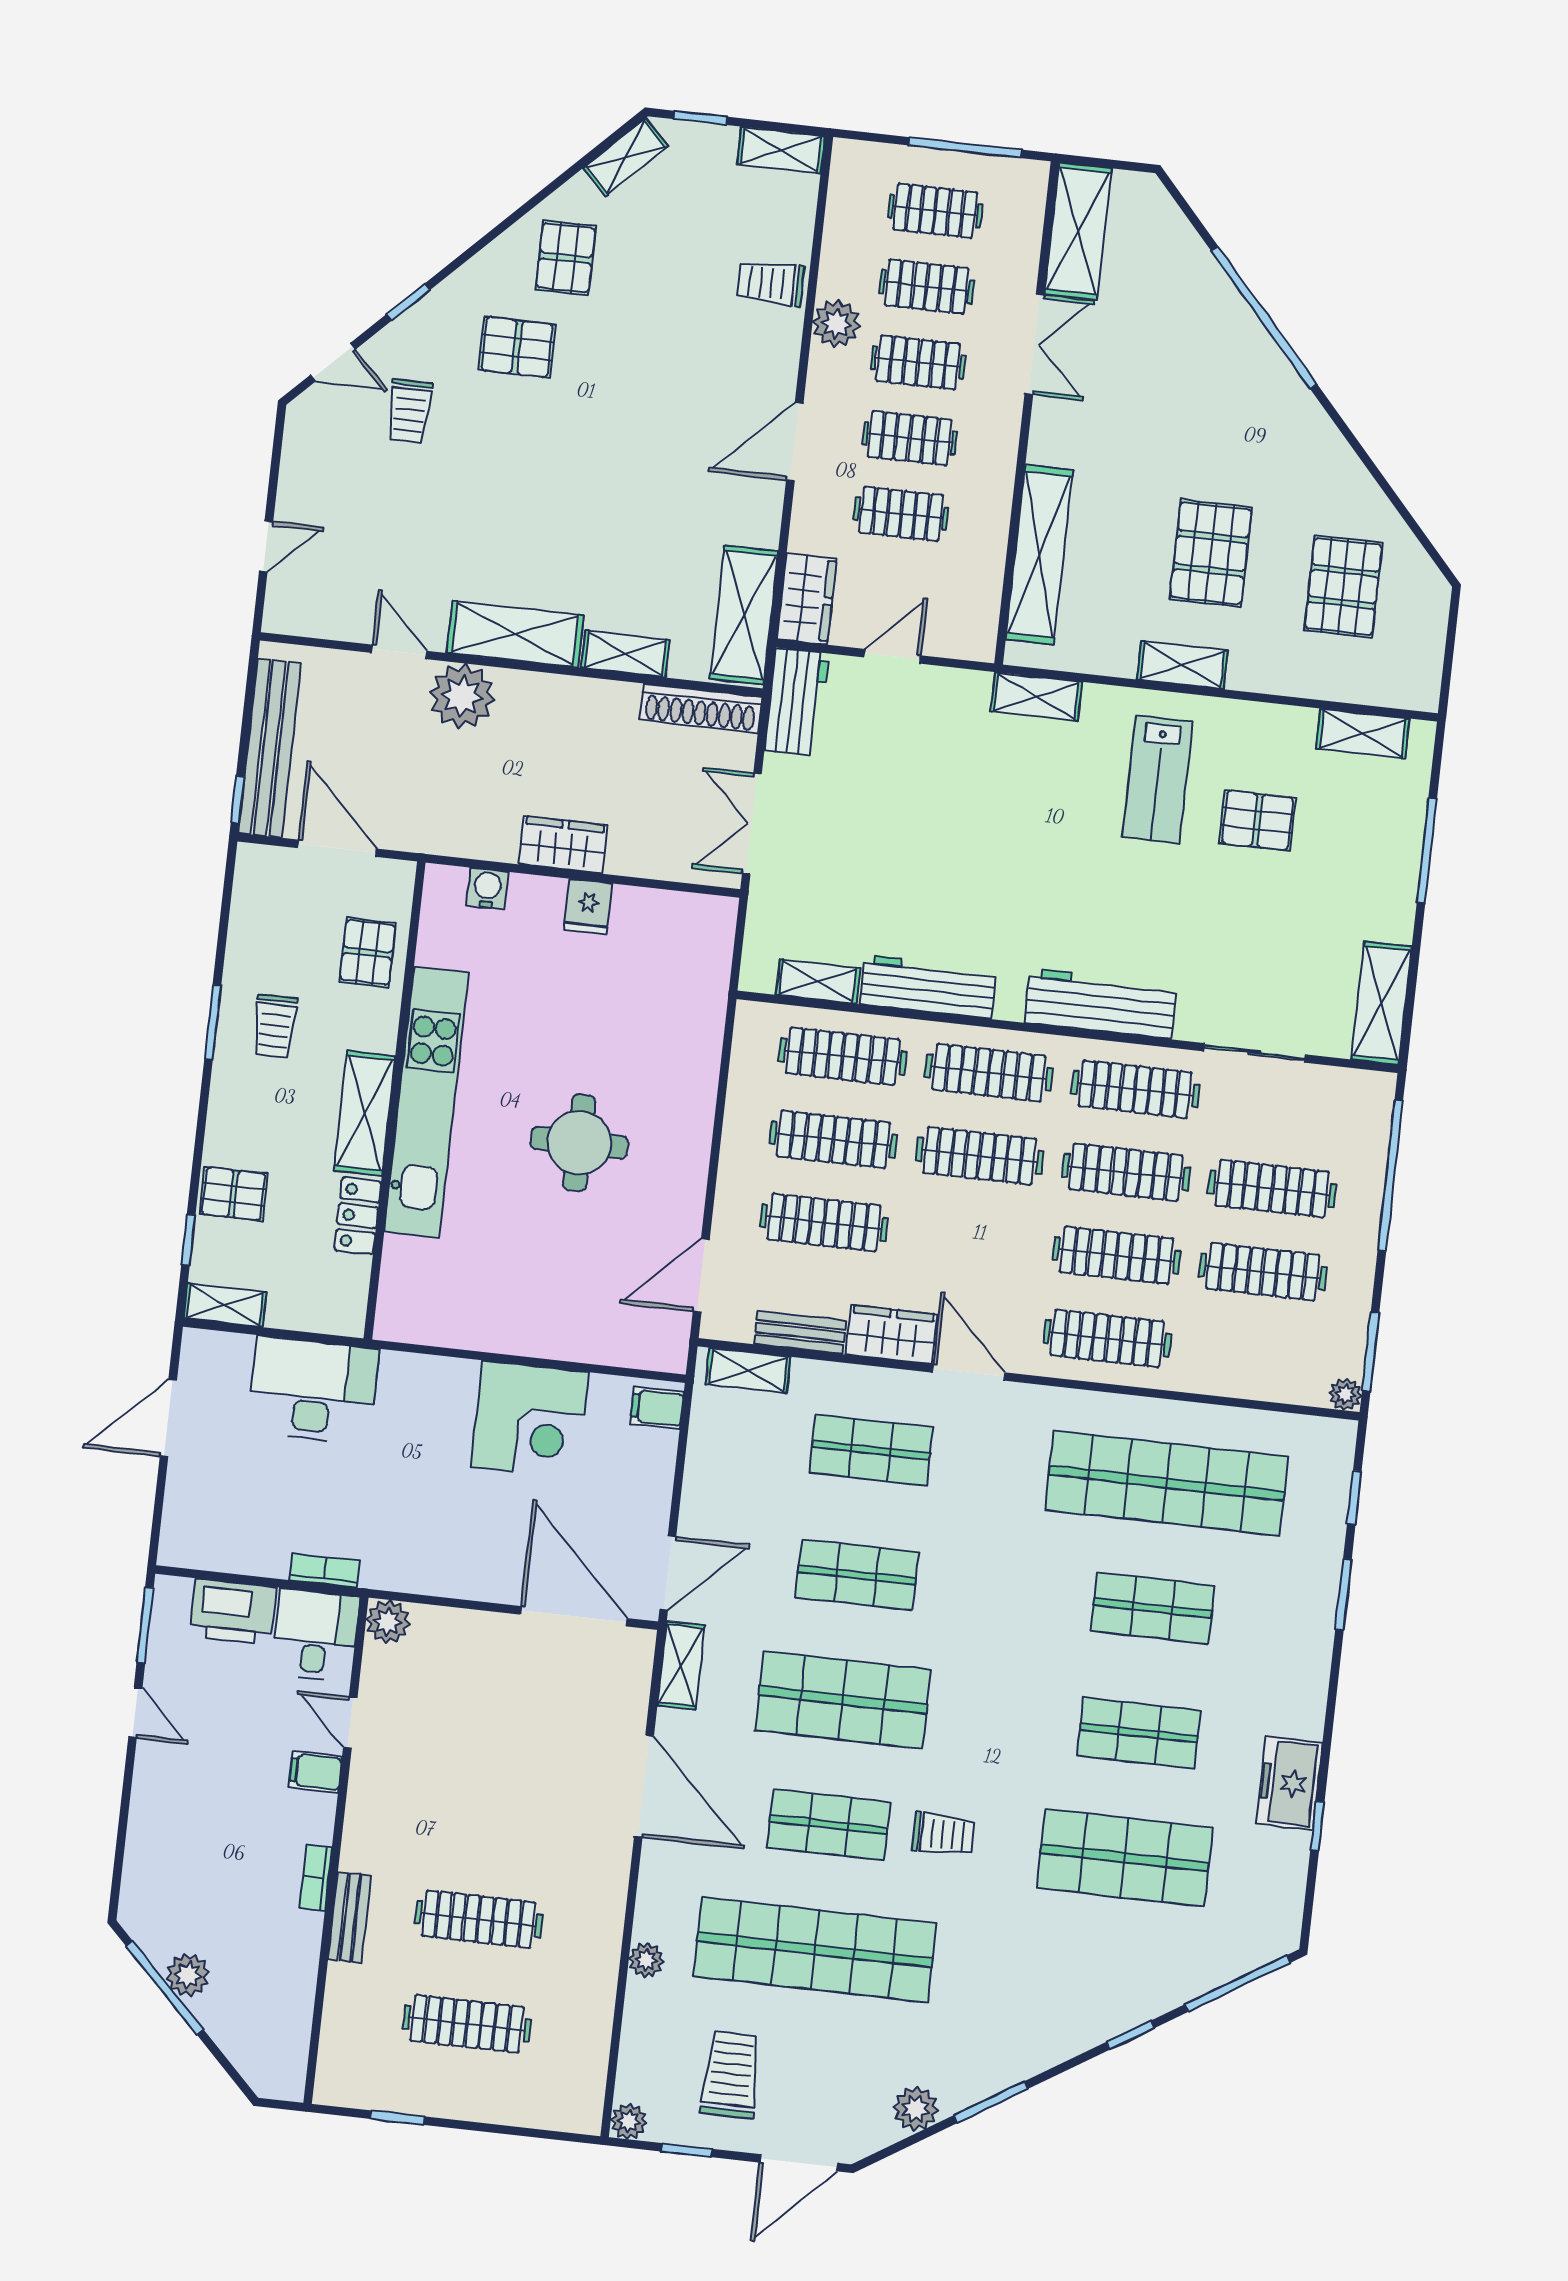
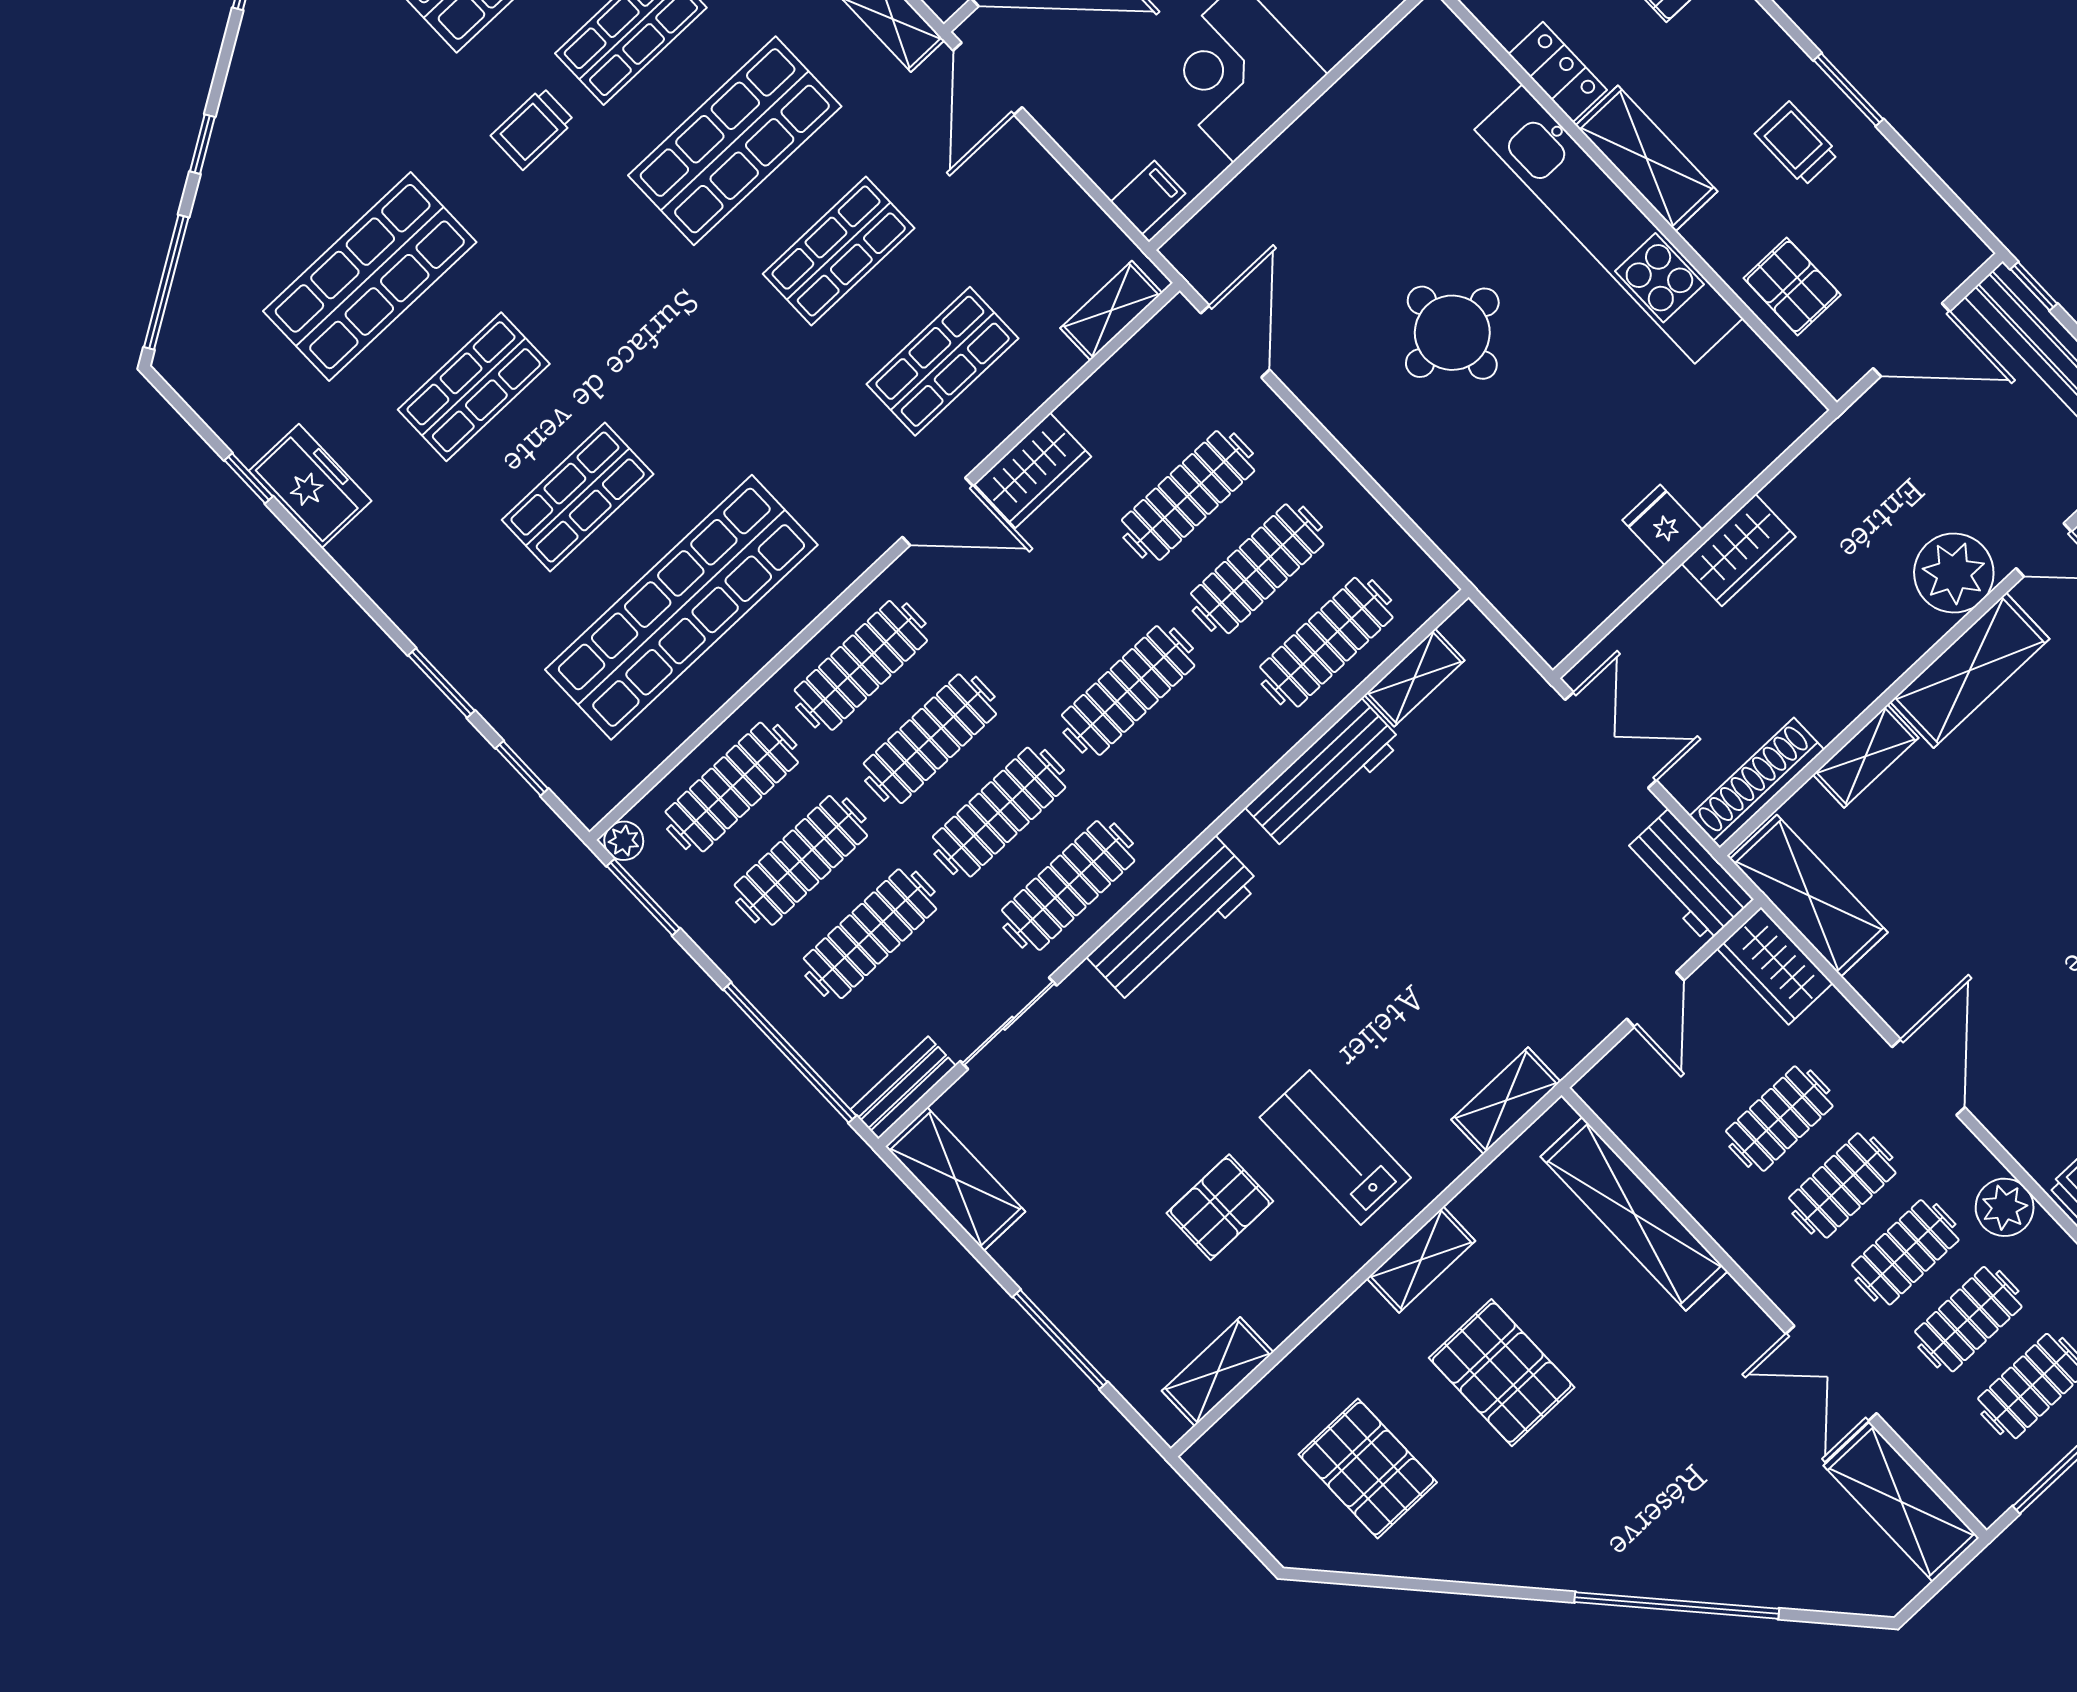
water cooler: (487, 888) -> (1757, 446), removed
clothes rail: (989, 1073) -> (732, 787), moved
bench: (800, 1332) -> (903, 1088), moved

